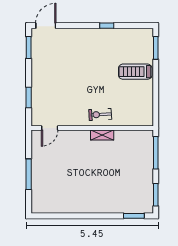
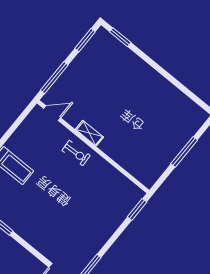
window: (29, 97) -> (137, 210), moved
door: (50, 128) -> (52, 113), moved

